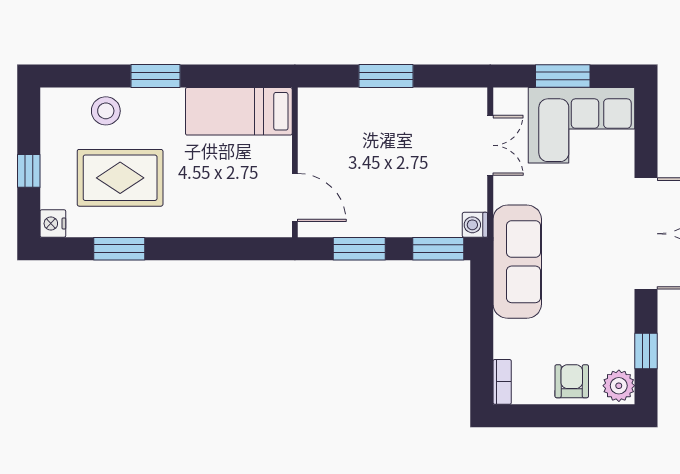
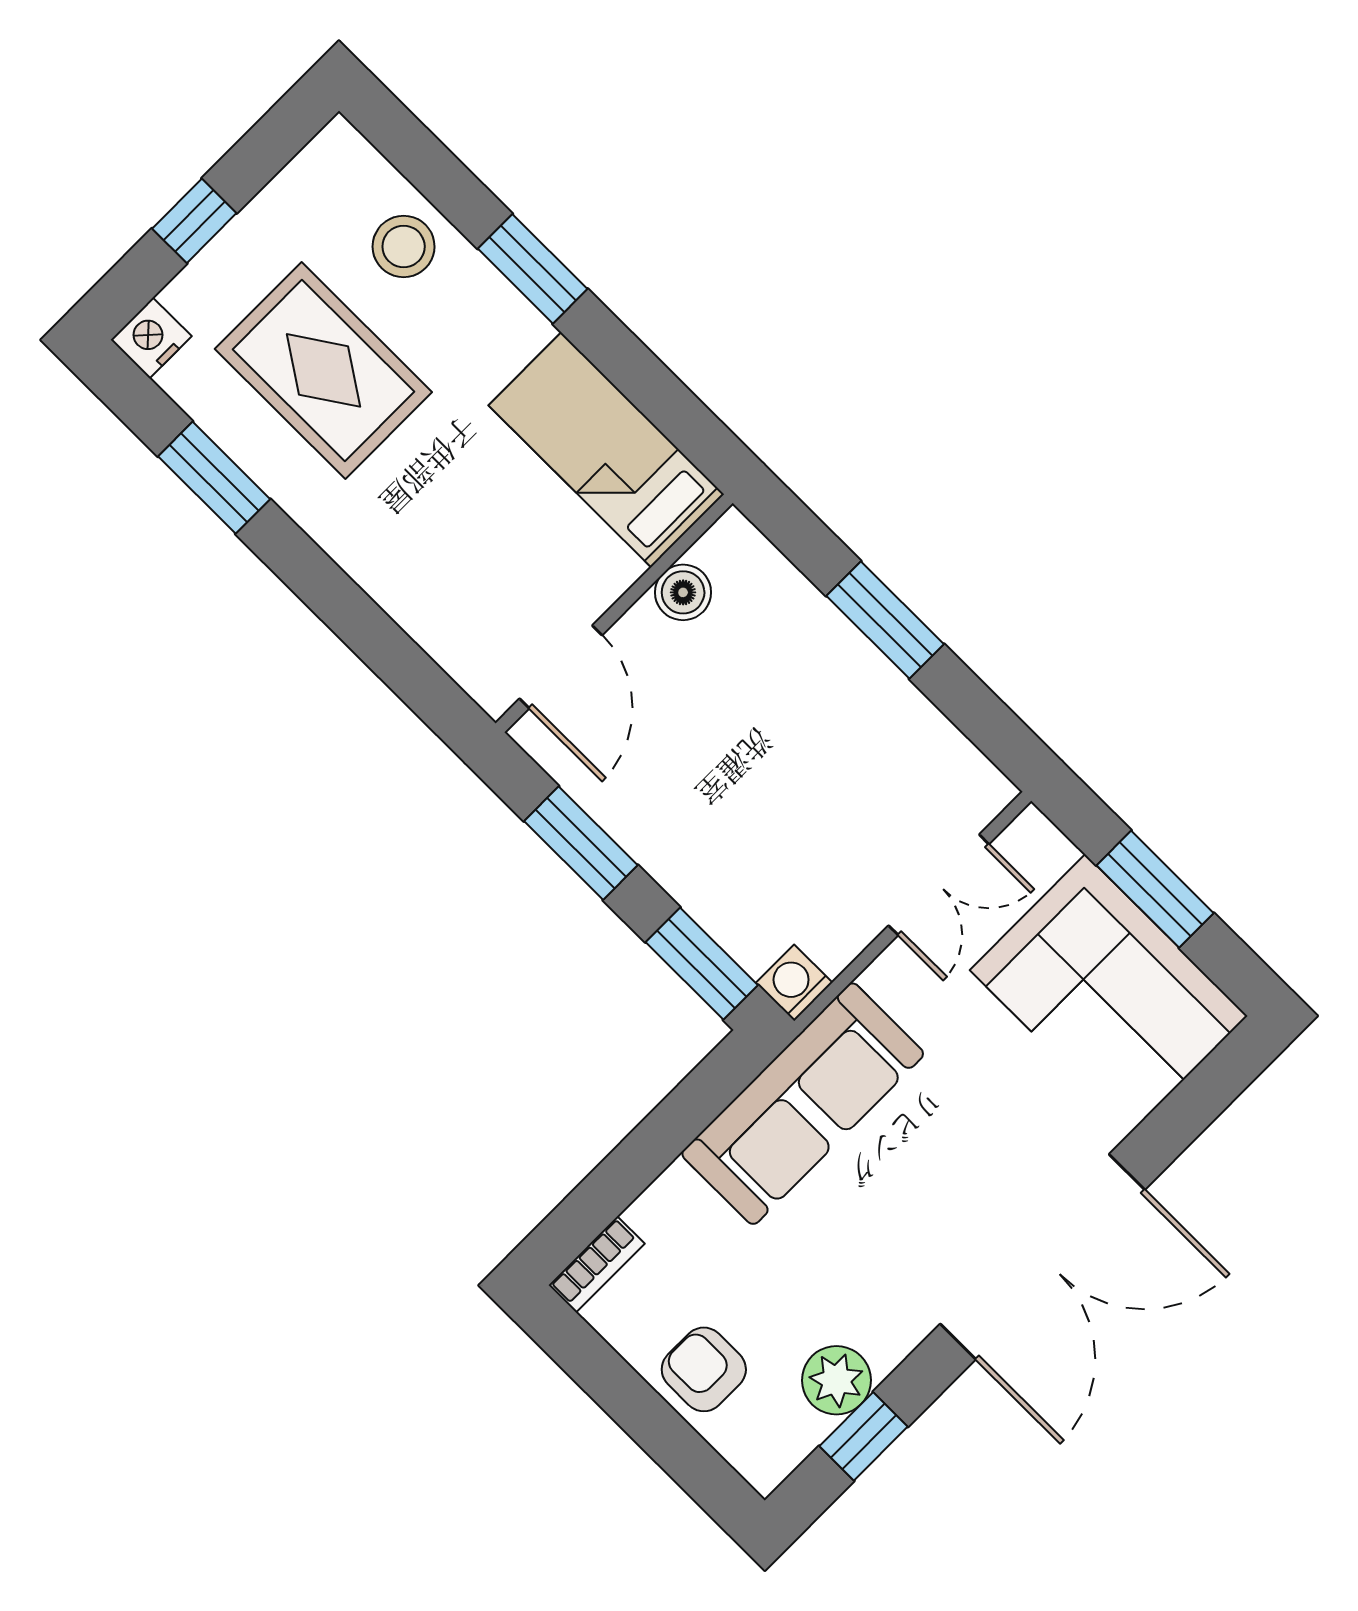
boiler: (311, 133) -> (683, 592), added
armchair: (572, 381) -> (704, 1369), turned -90
plant: (619, 386) -> (836, 1380), moved

